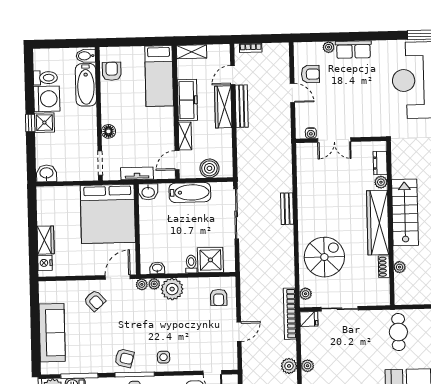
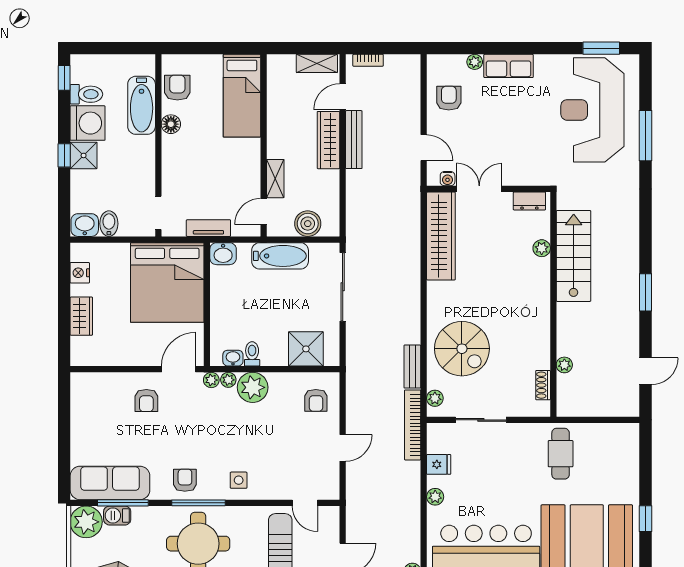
shelving: (192, 52) -> (317, 63), moved
bidet: (86, 56) -> (109, 224), moved, turned 90
window: (29, 66) -> (64, 78), added
armchair: (310, 74) -> (449, 98), turned -90
door: (292, 93) -> (424, 148), moved
freezer: (187, 100) -> (280, 129), removed
floor lamp: (108, 131) -> (171, 124), moved
double door: (334, 140) -> (479, 189), swing flipped
dresser: (380, 163) -> (529, 201), moved, turned -90
bench: (287, 209) -> (412, 367), moved
stairs: (405, 212) -> (574, 256), moved
wardrobe: (378, 223) -> (441, 236), moved, turned 180
spiral stairs: (324, 257) -> (462, 349), turned 90
nightstand: (45, 263) -> (80, 273), moved
toilet: (191, 264) -> (252, 354), moved
shoe rack: (384, 267) -> (543, 385), moved
armchair: (95, 301) -> (146, 401), turned 42
fridge: (309, 319) -> (439, 464), moved
sofa: (52, 333) -> (110, 483), moved, turned -90
armchair: (124, 358) -> (185, 480), turned -105
plant: (289, 366) -> (410, 496), removed

